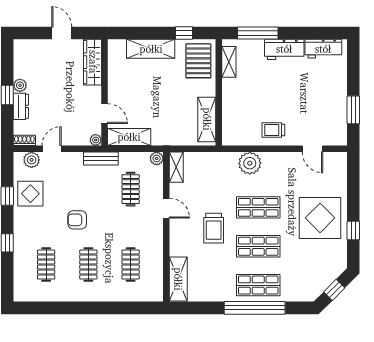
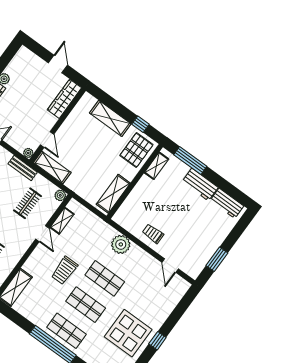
shelving: (176, 167) -> (62, 221), moved
display table: (320, 218) -> (128, 333), moved

